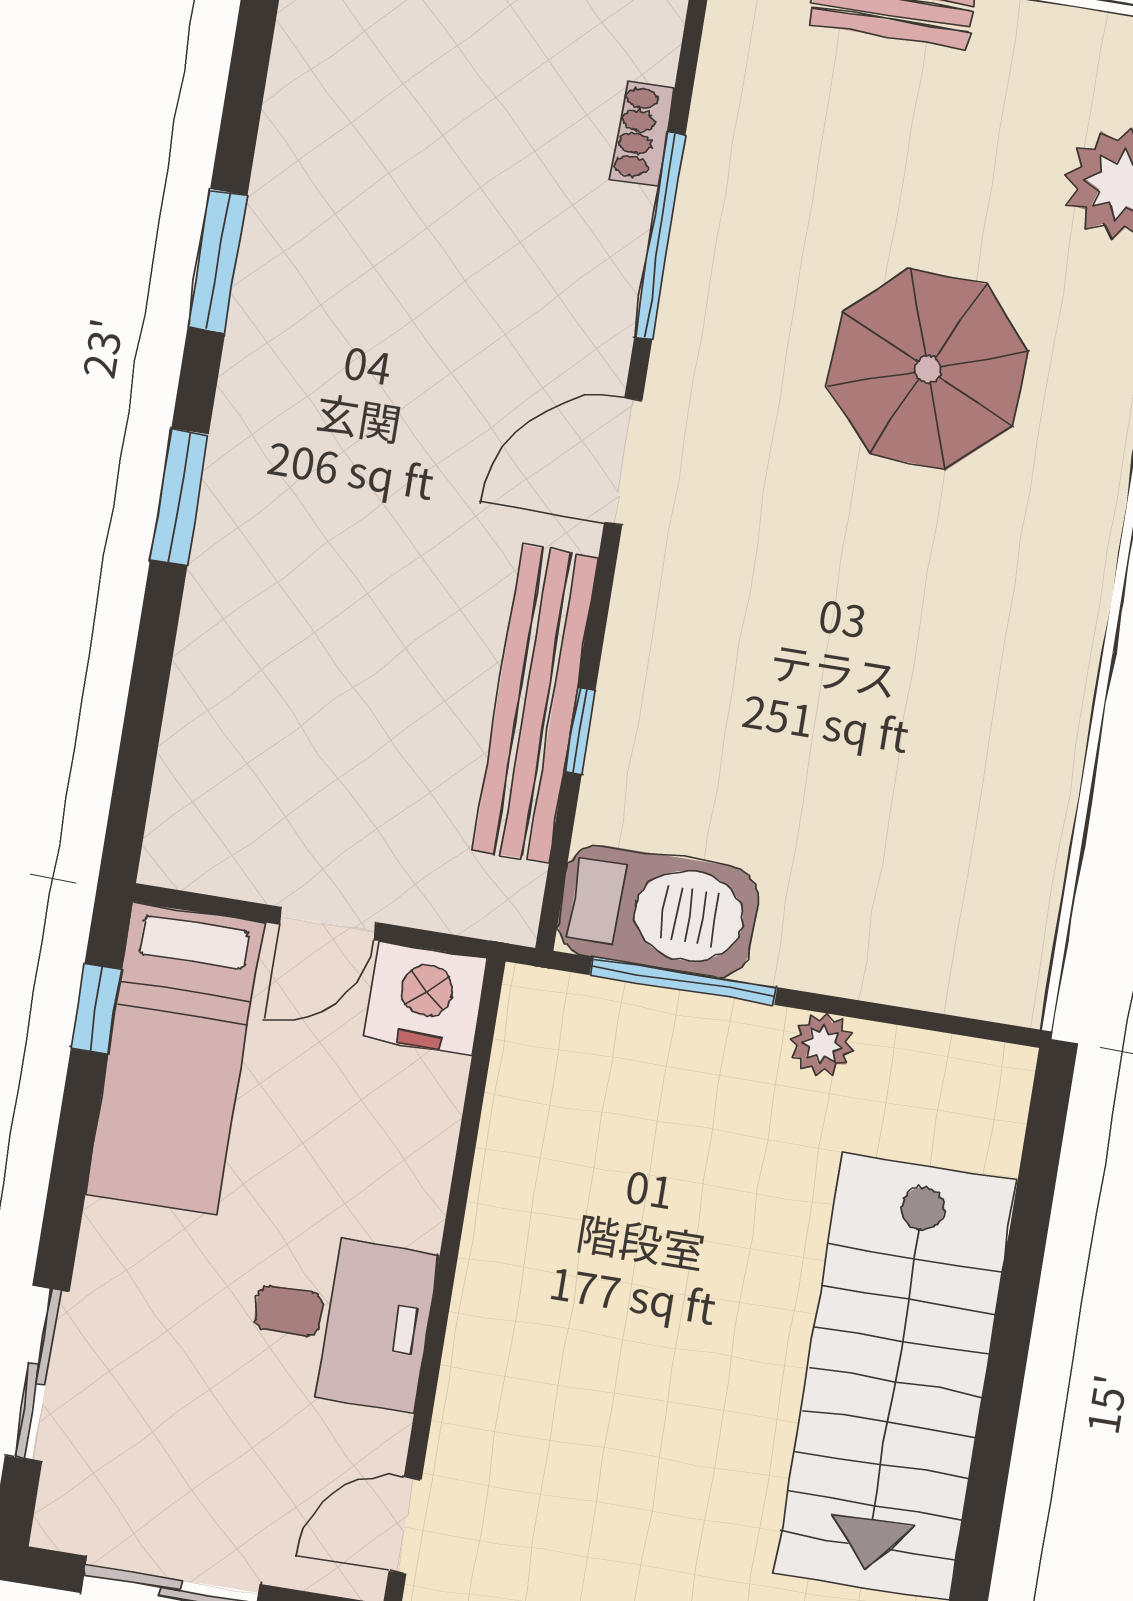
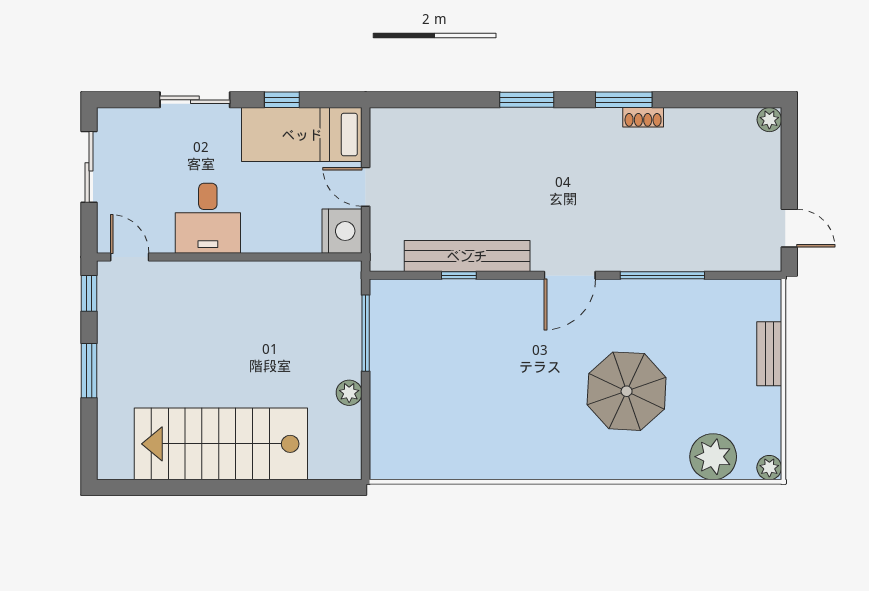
shoe rack: (643, 133) -> (643, 117), moved, turned 180
door: (623, 462) -> (570, 275), swing flipped
barbecue: (658, 911) -> (392, 318), removed
window: (96, 1009) -> (282, 100), moved
sliding door: (37, 1374) -> (195, 100), moved

